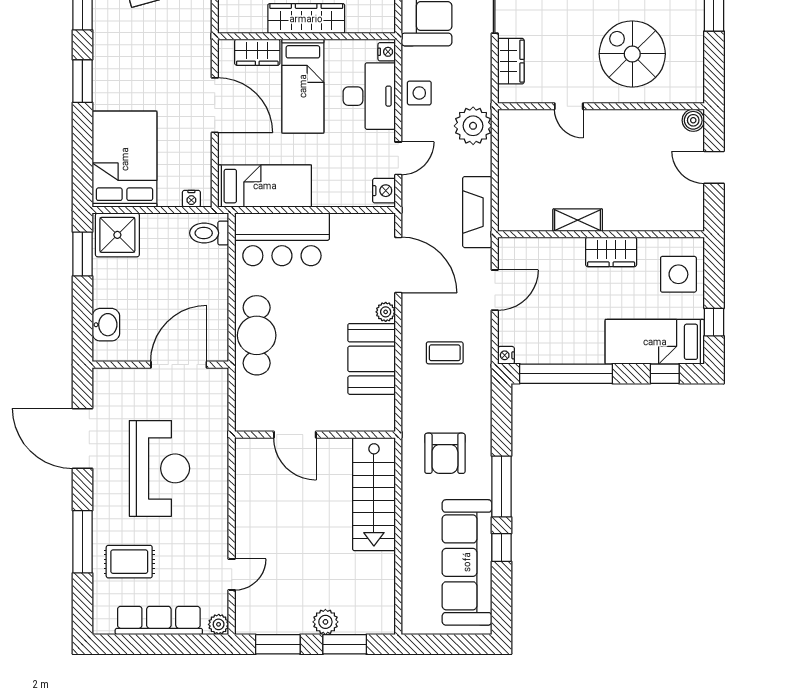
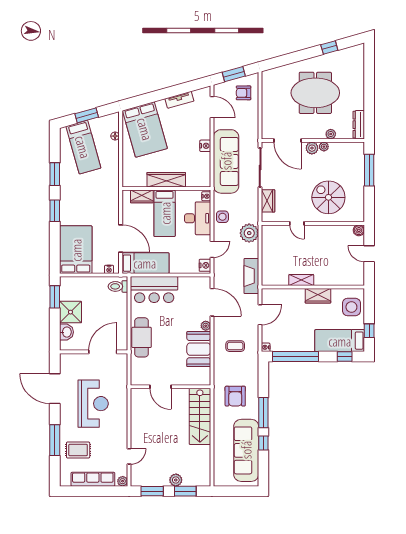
door: (215, 105) -> (121, 238), moved
shower: (117, 235) -> (70, 312), moved

